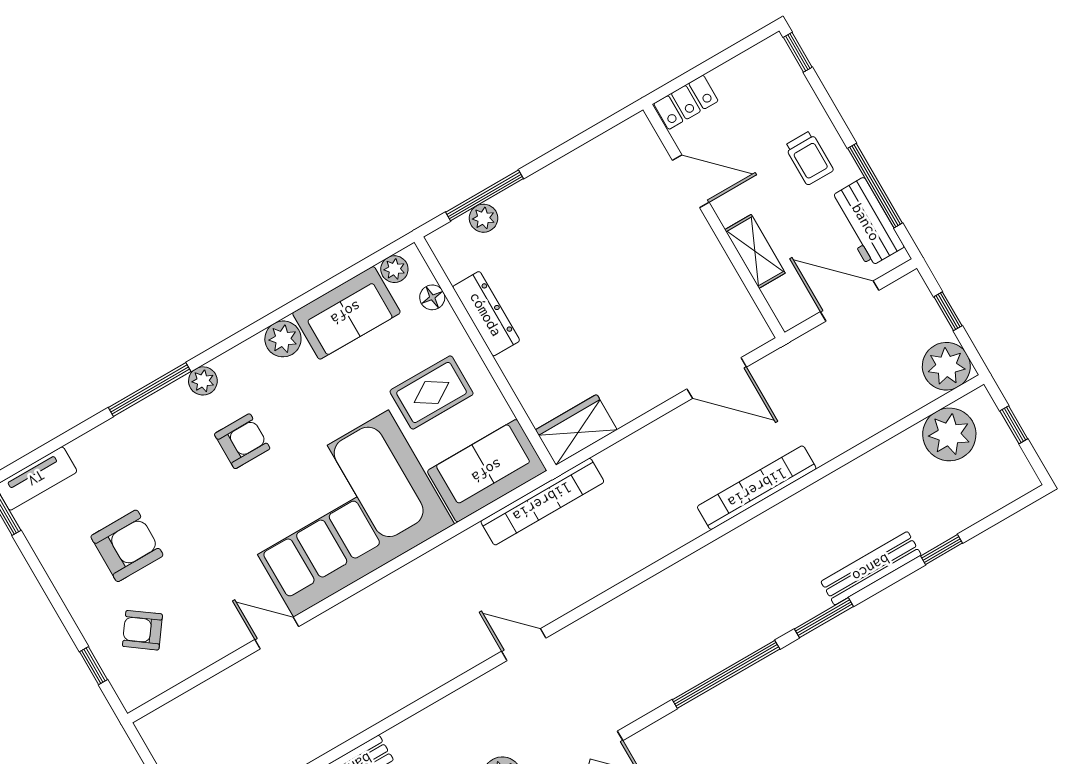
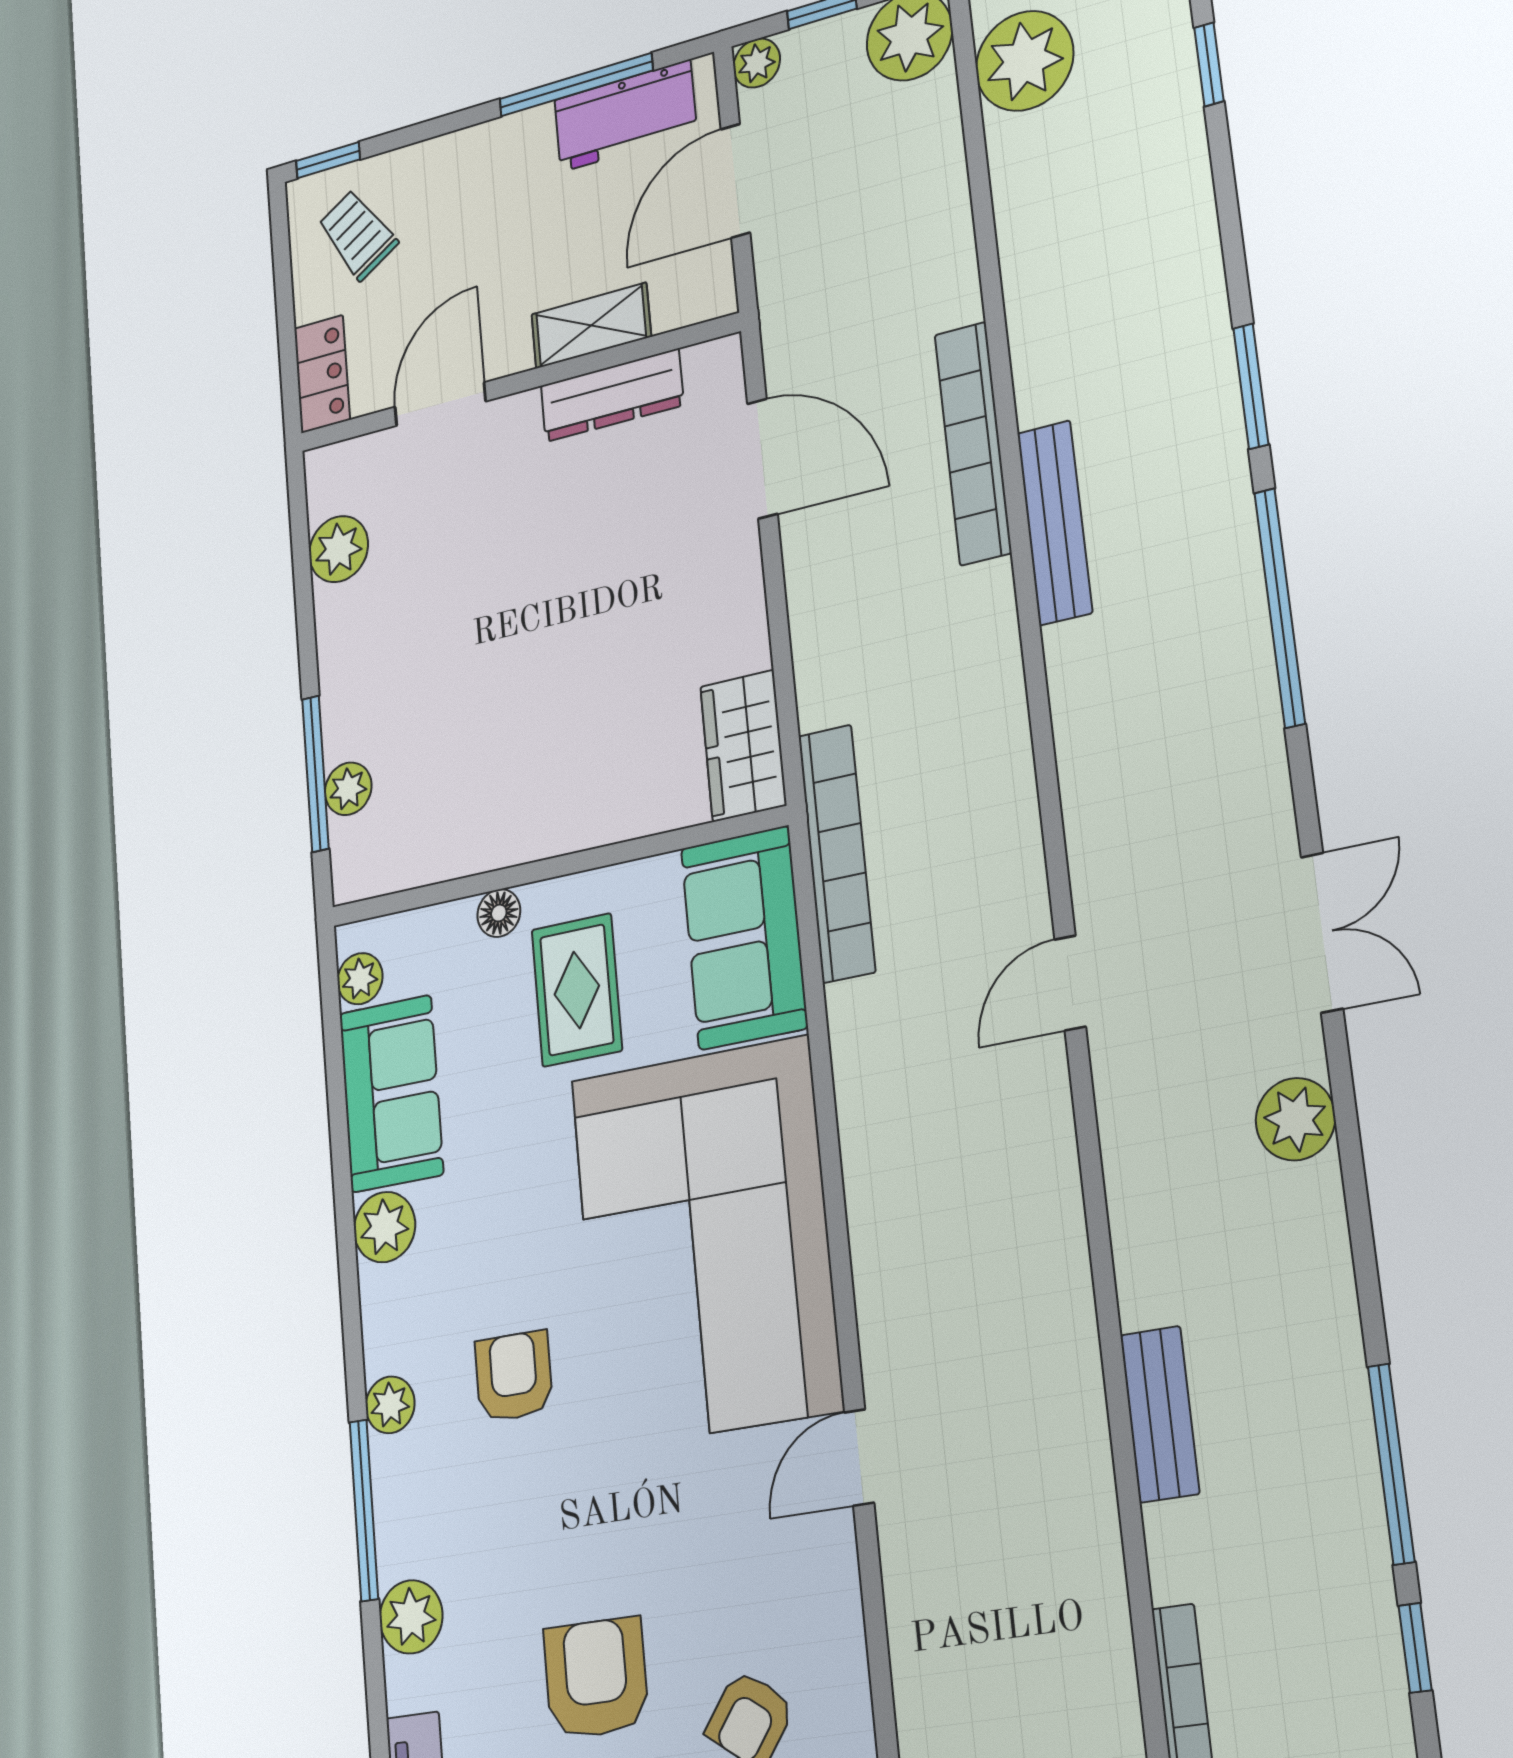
plant: (600, 155) -> (339, 549), added
trolley: (809, 158) -> (358, 235), moved, turned -122
plant: (912, 286) -> (757, 63), added
floor lamp: (432, 297) -> (499, 913), moved
dresser: (486, 314) -> (612, 395), moved, turned 180
door: (717, 378) -> (762, 459), hinge flipped
plant: (113, 438) -> (411, 1617), added
window: (942, 549) -> (1209, 64), moved
bench: (871, 568) -> (1055, 523), moved

